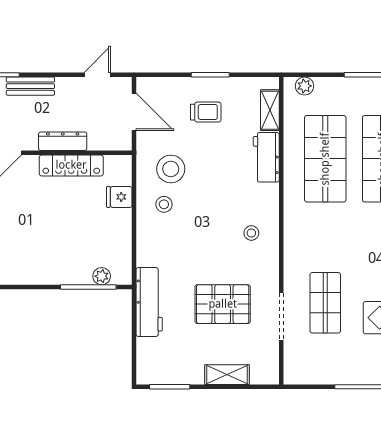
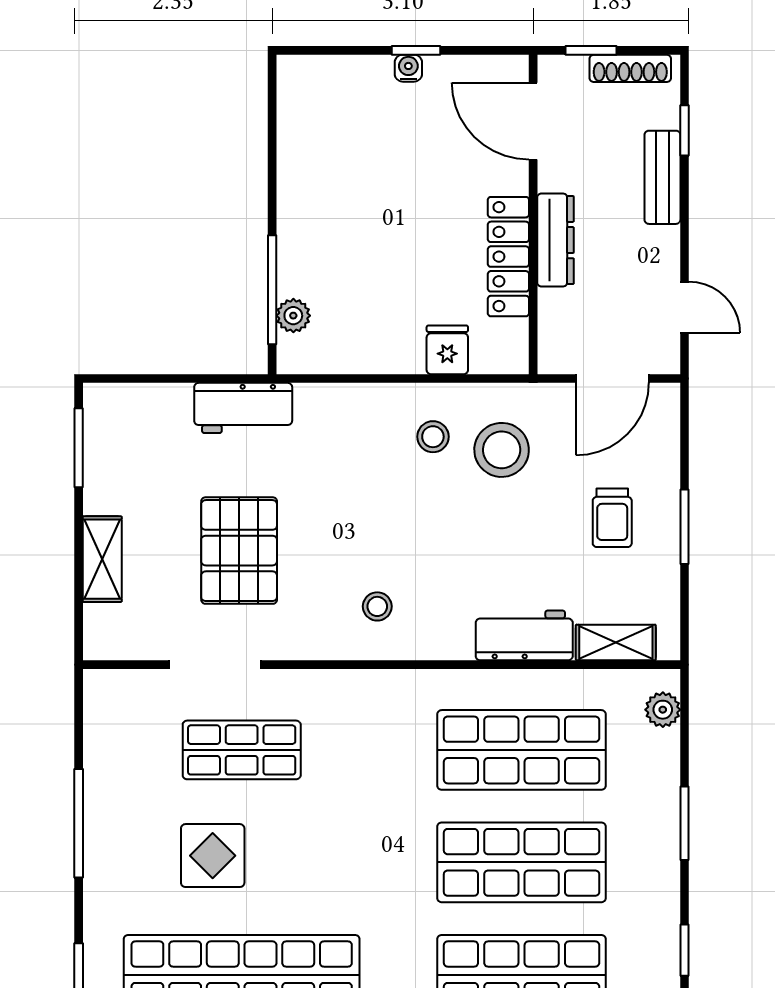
workbench: (149, 302) -> (243, 408), width x0.73

